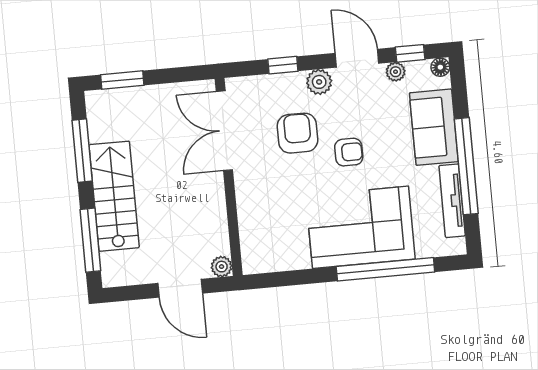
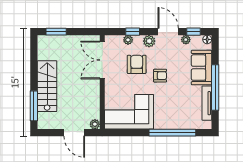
plant: (275, 83) -> (128, 40), added
window: (82, 151) -> (34, 63), removed
corner sofa: (361, 227) -> (129, 112), moved

